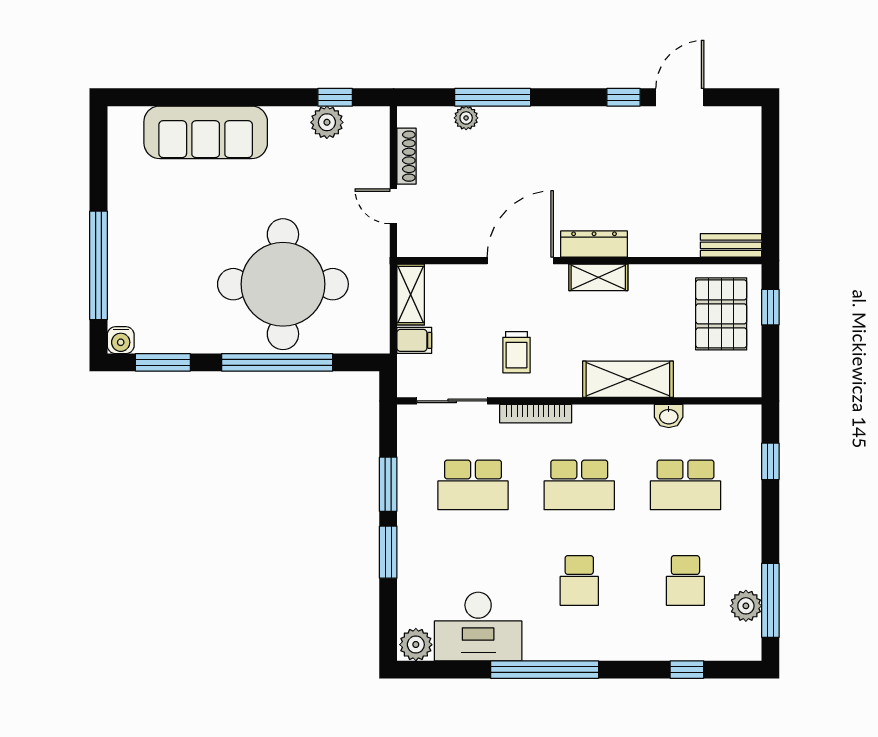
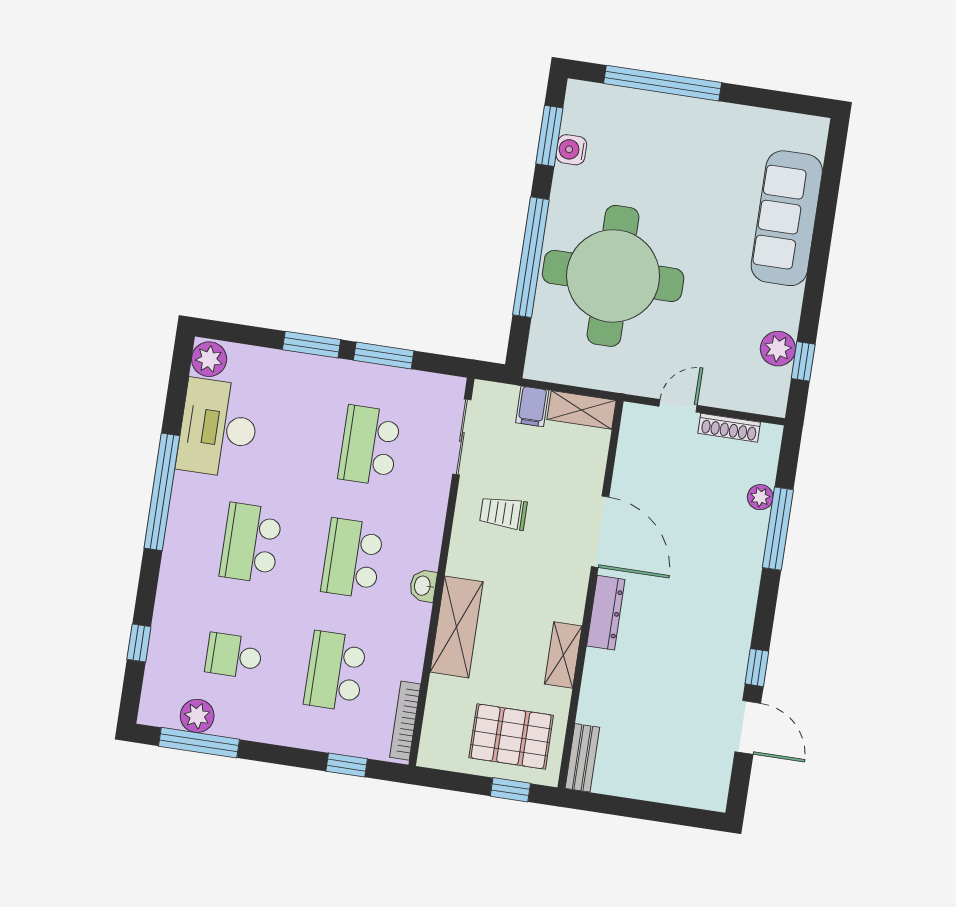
shelving: (598, 277) -> (563, 655), moved
water cooler: (121, 340) -> (571, 150), moved
bookcase: (536, 414) -> (405, 721), moved
washbasin: (669, 416) -> (423, 586), moved
school desk: (579, 580) -> (251, 543), width x1.85

